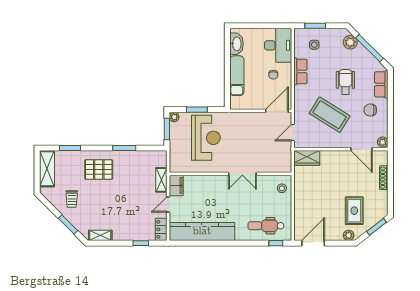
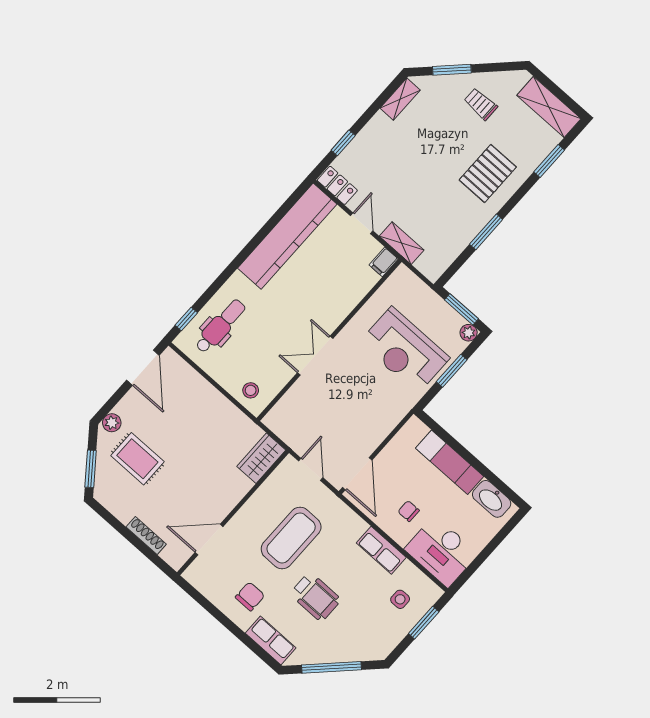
plant: (350, 42) -> (362, 649), removed
coffee table: (330, 115) -> (291, 538), turned -32
plant: (383, 142) -> (194, 575), removed
filing cabinet: (176, 185) -> (384, 262), width x0.50

